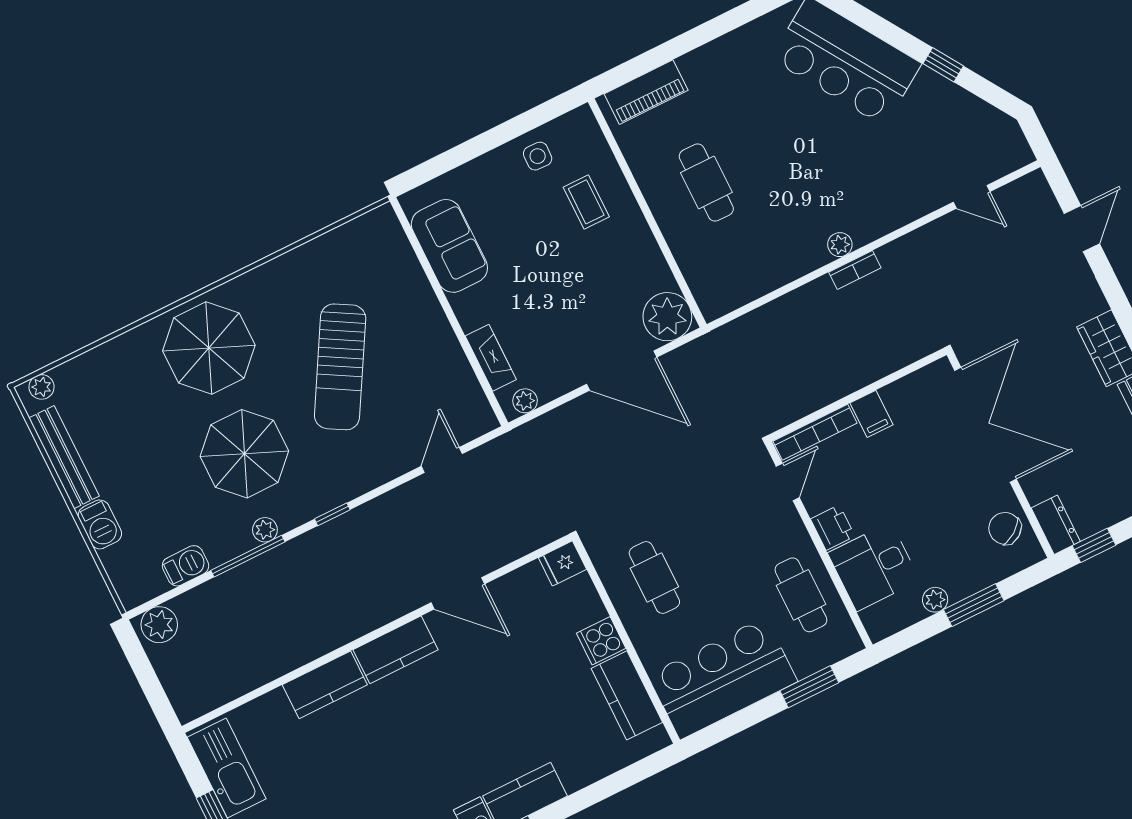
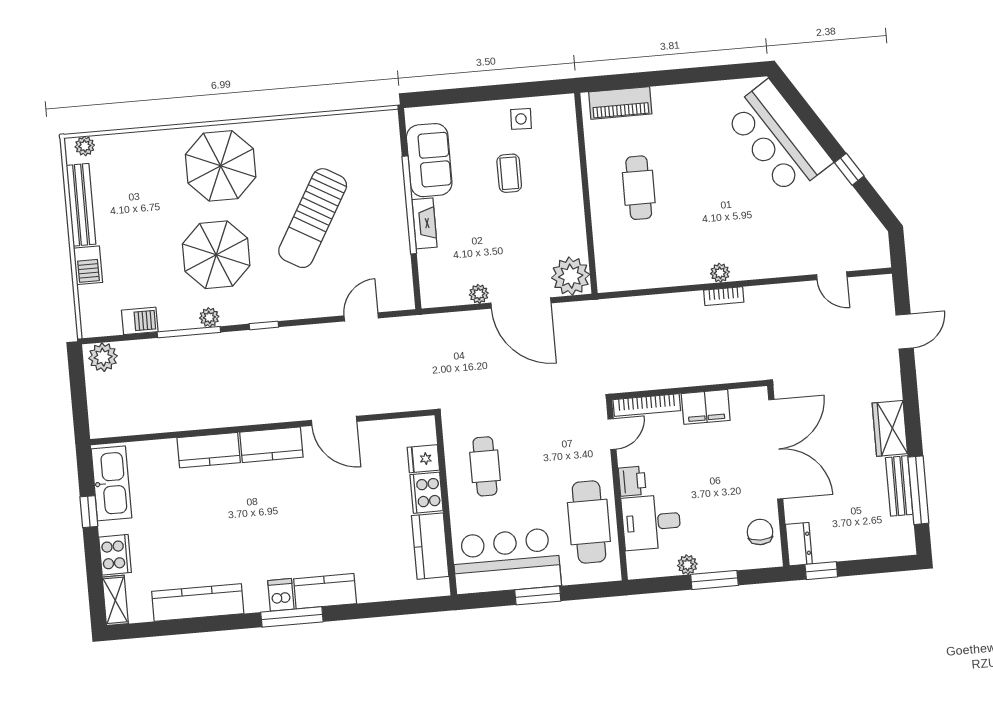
coffee table: (586, 202) -> (509, 173), moved
window: (447, 307) -> (409, 205), added
fireplace: (491, 358) -> (425, 223), moved
plant: (525, 401) -> (479, 294), moved
filing cabinet: (871, 414) -> (706, 407), width x2.00
chair: (1005, 528) -> (760, 532), turned 35
fridge: (562, 563) -> (423, 459), moved
cafe table: (801, 595) -> (589, 522), width x1.37, depth x1.35
cooker: (601, 641) -> (426, 493), width x1.36
window: (809, 687) -> (538, 595), moved

